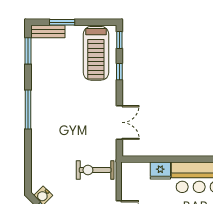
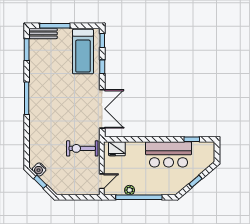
window: (62, 22) -> (55, 26), width x1.44
double door: (119, 122) -> (102, 109), width x1.37
fridge: (160, 171) -> (117, 149), moved

